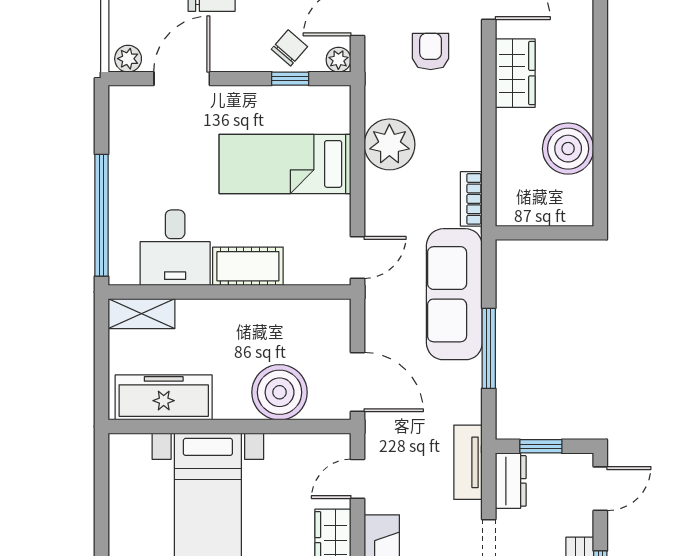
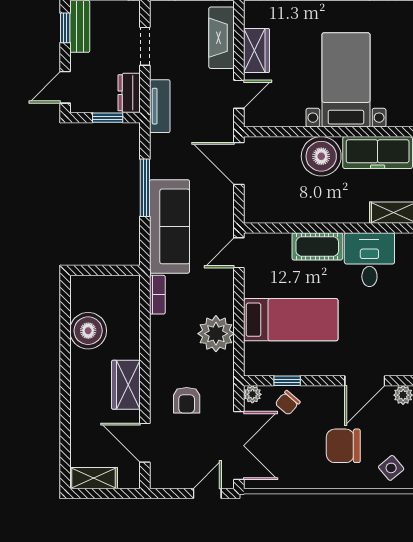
boiler: (280, 392) -> (321, 156), moved

